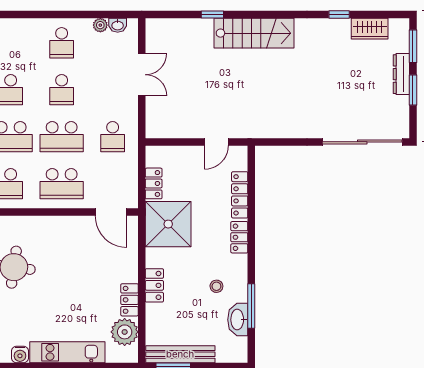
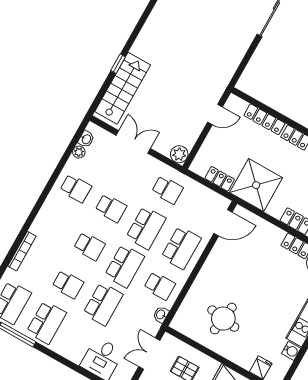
stairs: (254, 33) -> (123, 88), moved
plant: (155, 128) -> (179, 154), added
door: (216, 142) -> (215, 115), hinge flipped

